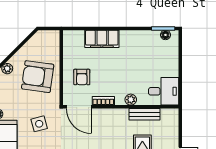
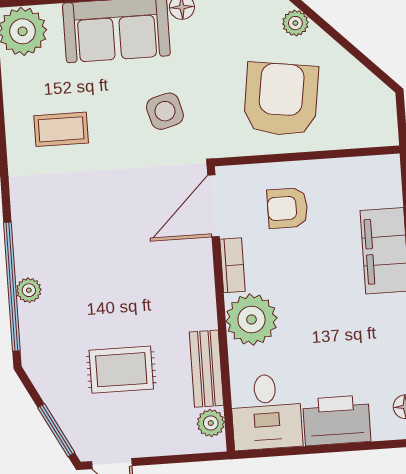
printer: (169, 63) -> (337, 420), added
plant: (131, 100) -> (251, 320), width x1.87, depth x1.87
plant: (167, 114) -> (211, 423), added

